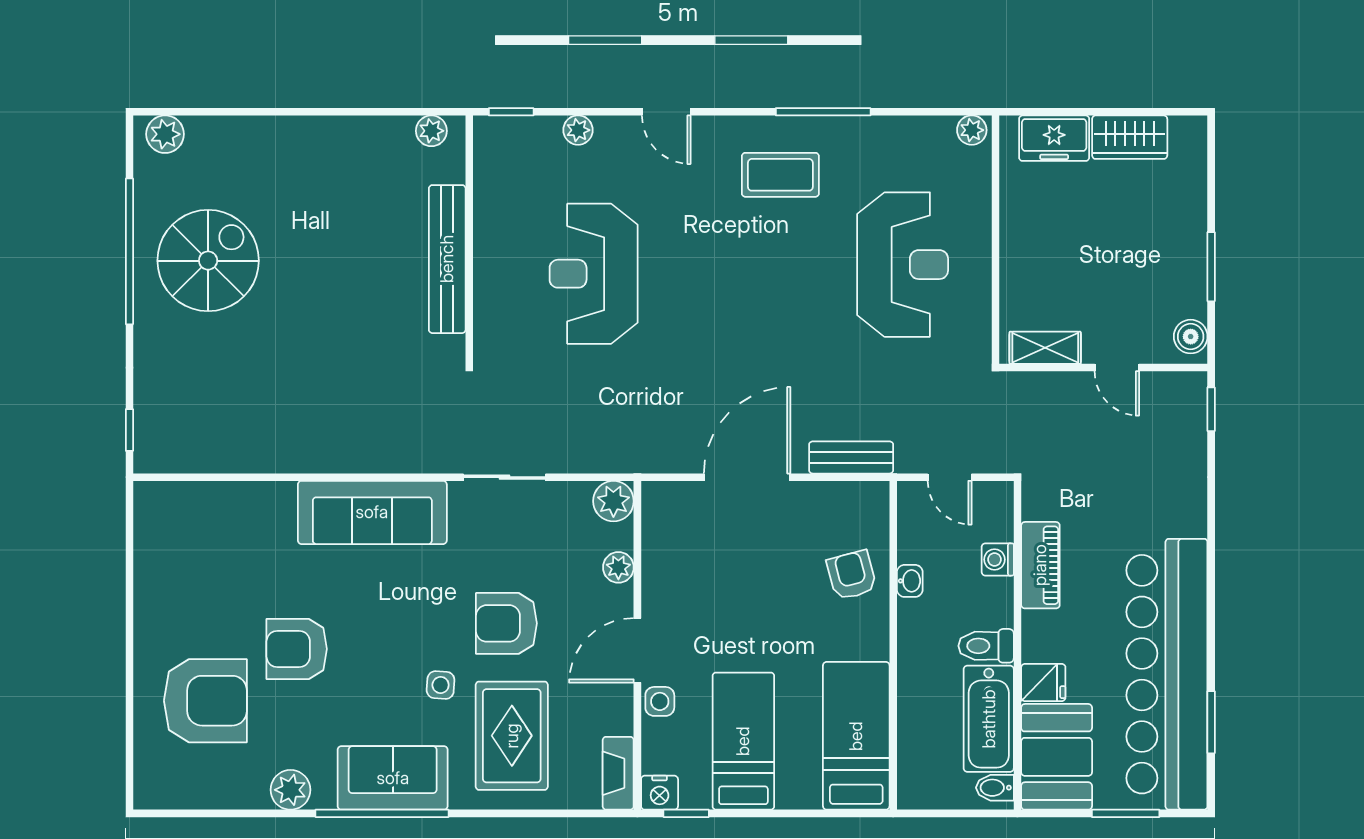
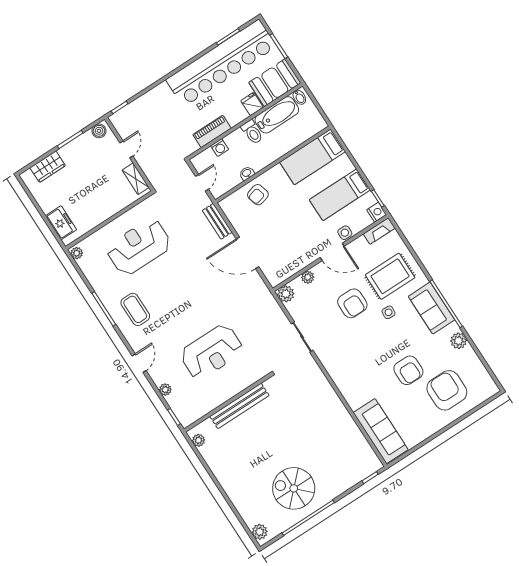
wardrobe: (1130, 137) -> (48, 167), moved, turned 90
sofa: (372, 512) -> (381, 431), moved

